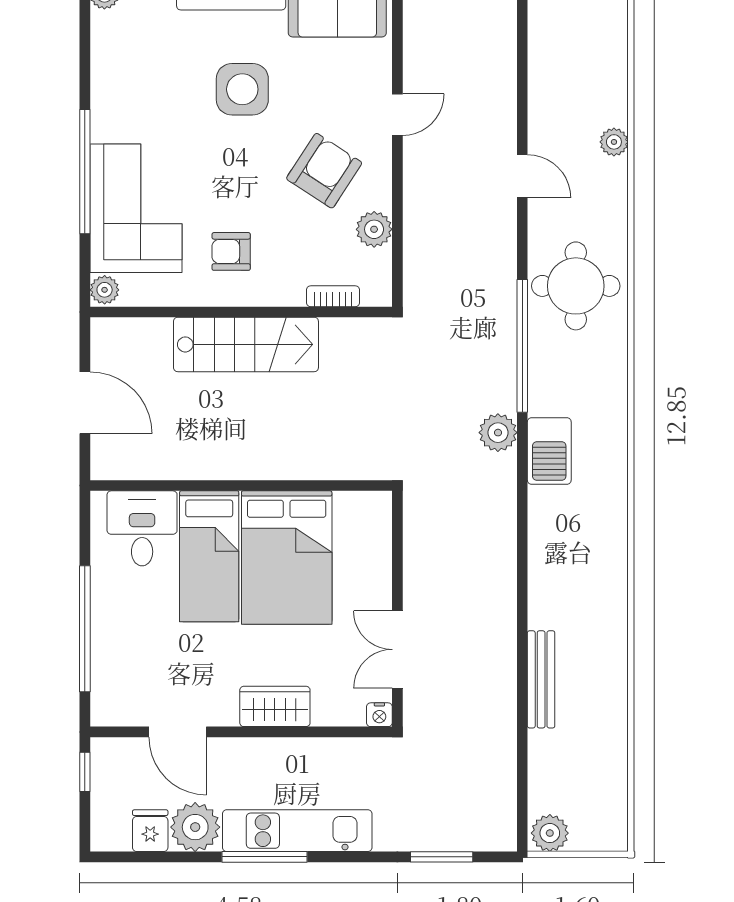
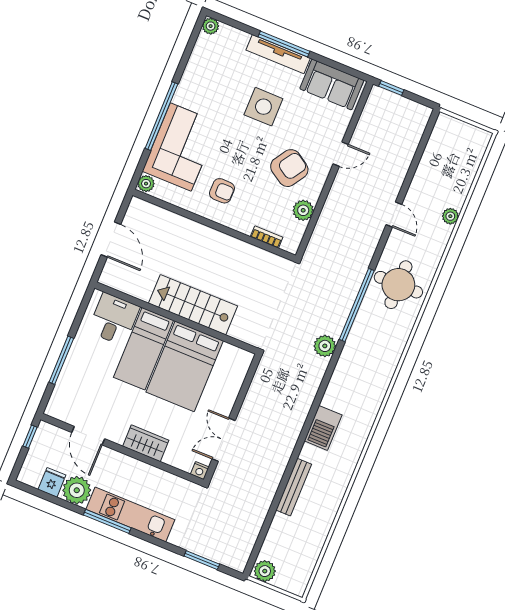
armchair: (231, 251) -> (222, 191), turned 180
stairs: (246, 344) -> (193, 305), moved, turned 180
barbecue: (549, 451) -> (323, 428), moved
window: (85, 629) -> (61, 360), width x0.68

